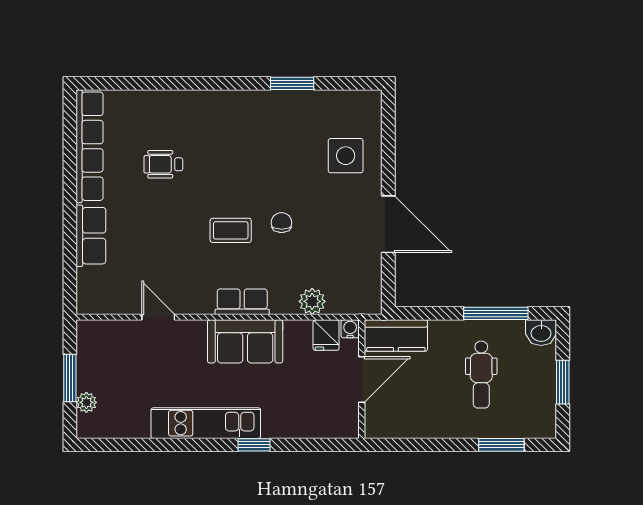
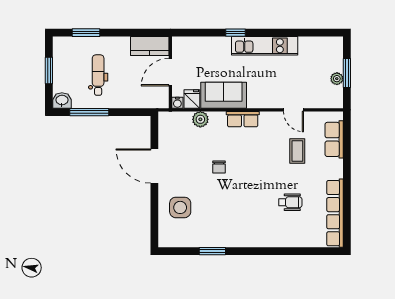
coffee table: (231, 230) -> (297, 151), moved, turned 90
row of seats: (91, 236) -> (334, 139), moved
kitchen counter: (396, 336) -> (150, 46), moved, turned 180
sofa: (245, 341) -> (224, 95), moved
plant: (86, 402) -> (337, 79), moved

